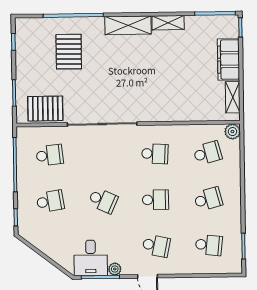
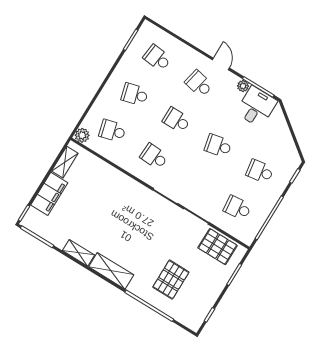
school desk: (103, 200) -> (218, 146), turned -36

